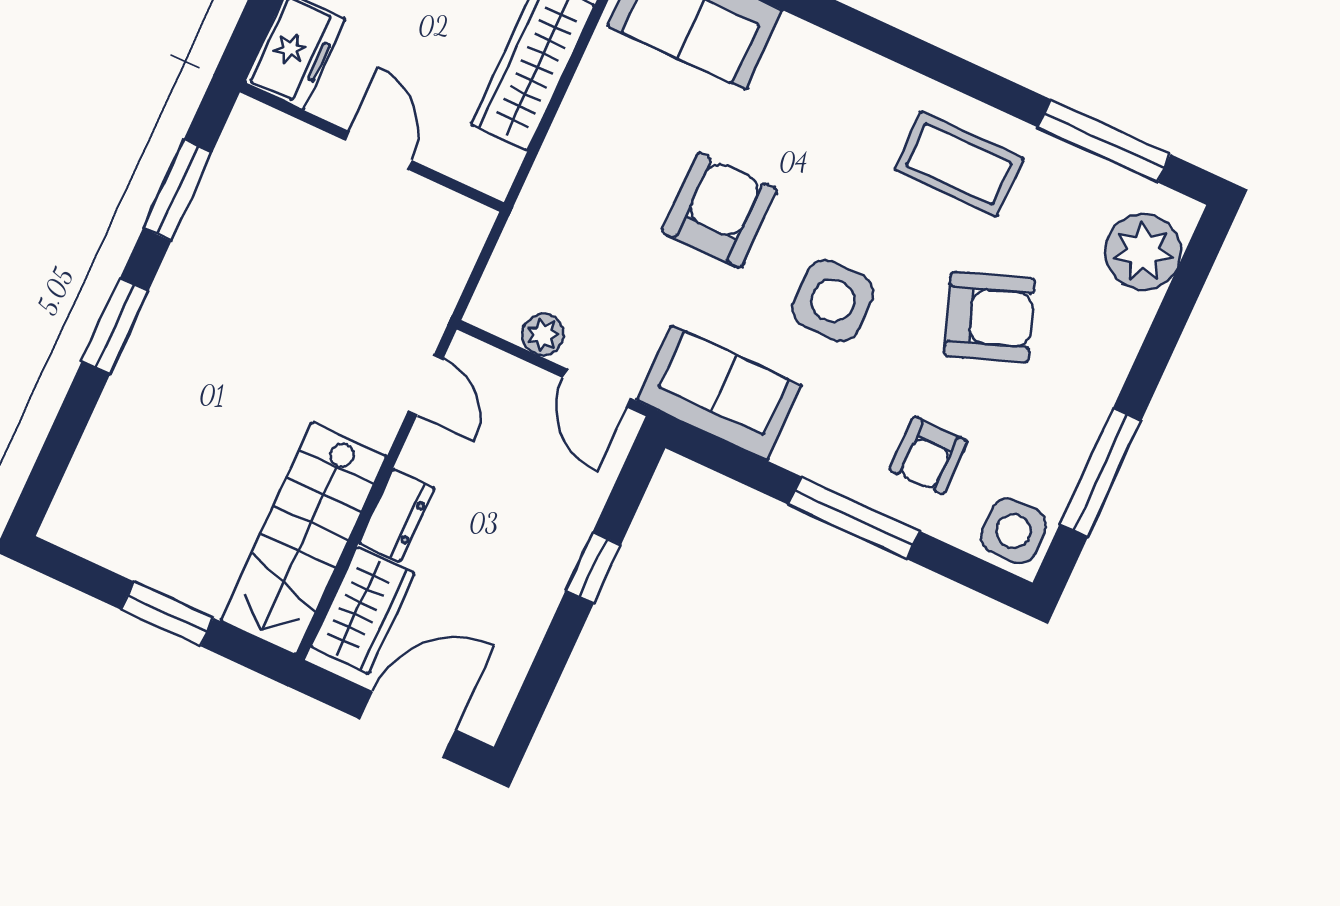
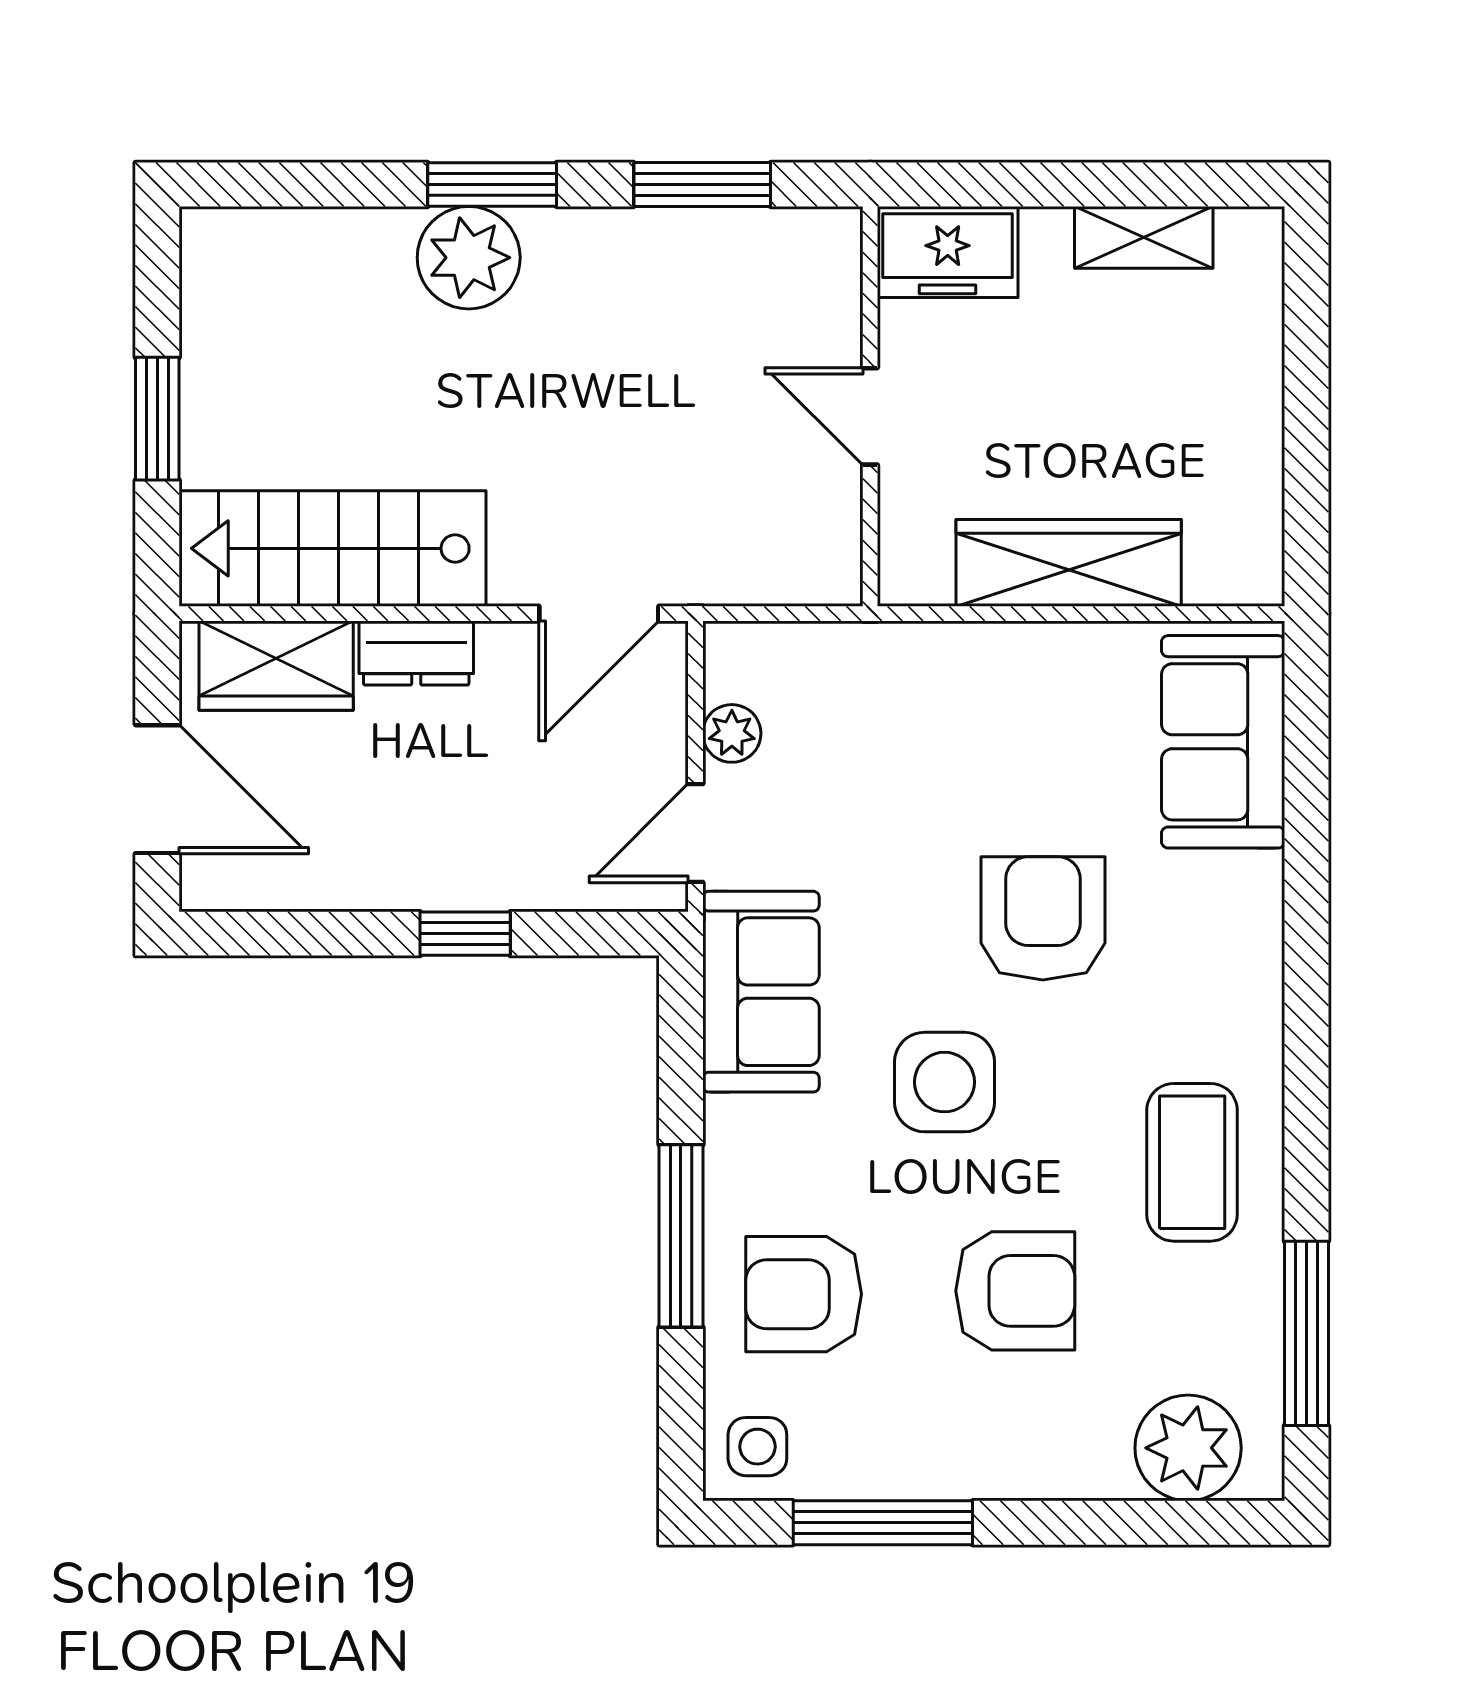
door: (378, 150) -> (870, 416), swing flipped
armchair: (719, 211) -> (1043, 918), moved, turned -90
armchair: (990, 317) -> (1015, 1291), turned -70
plant: (155, 363) -> (469, 258), added
door: (425, 385) -> (599, 614), width x1.37
armchair: (929, 456) -> (804, 1294), width x1.38, depth x1.38
side table: (1014, 531) -> (757, 1447), width x0.73, depth x0.73

